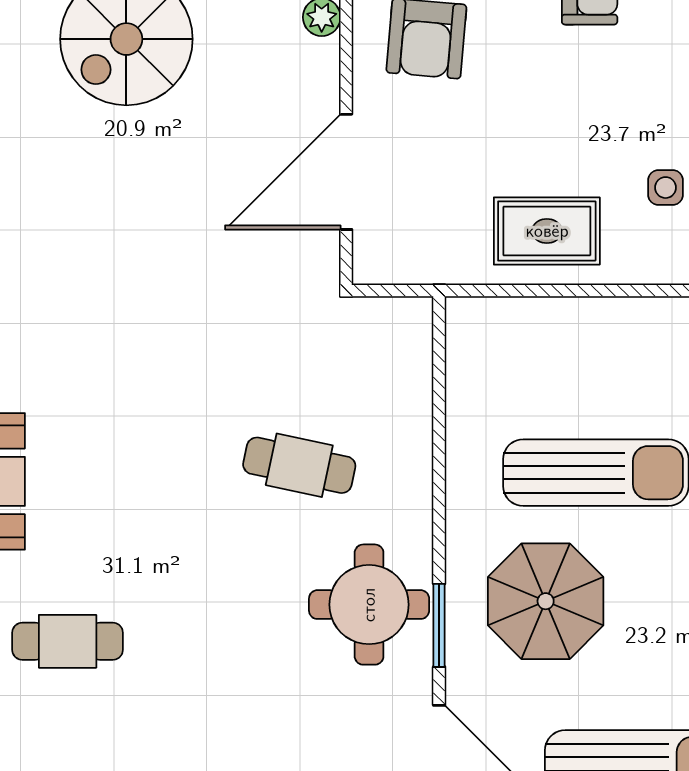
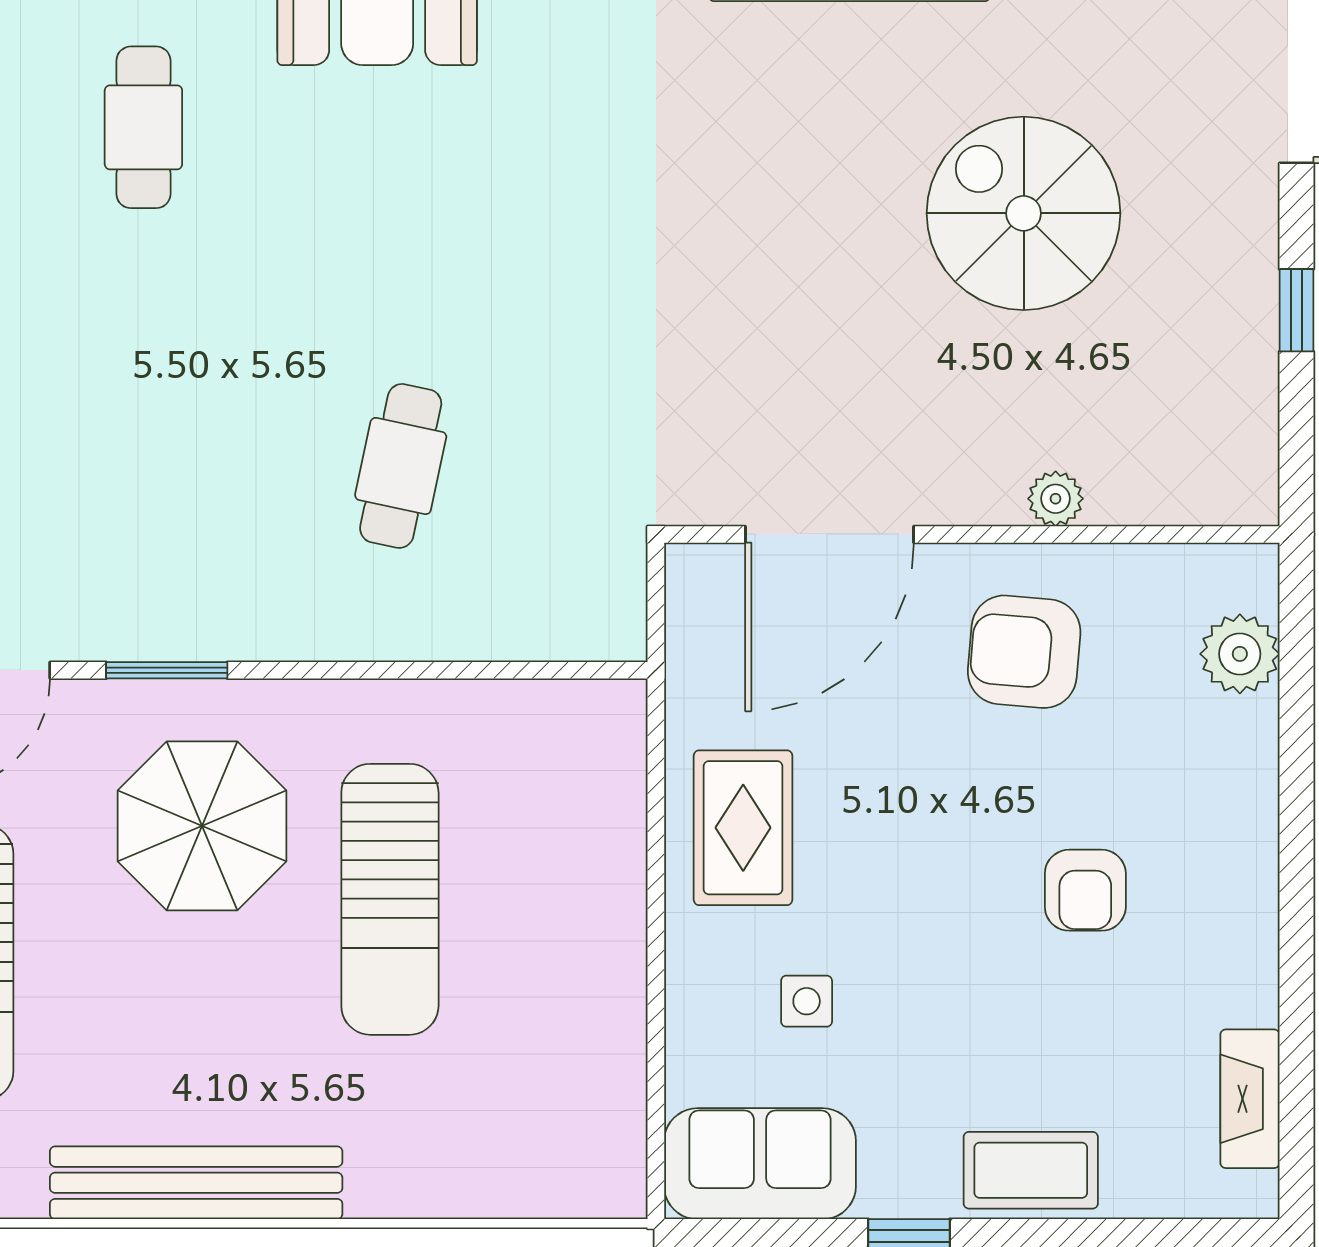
door: (346, 172) -> (830, 534), swing flipped
round table: (369, 605) -> (197, 568), removed

